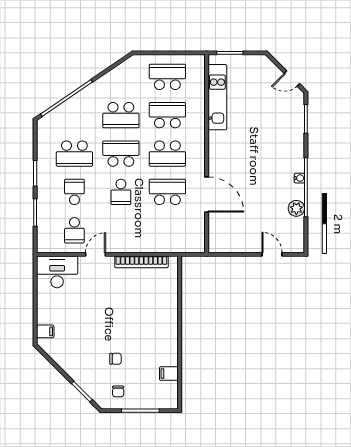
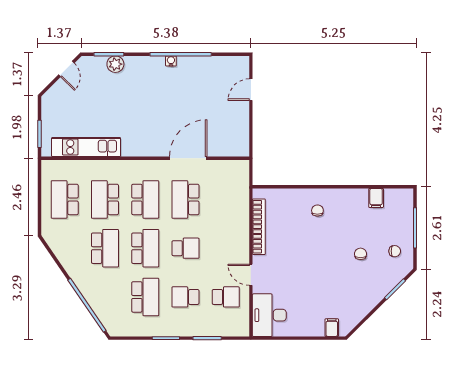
school desk: (121, 154) -> (145, 248), turned 180
plant: (296, 208) -> (115, 64), moved
chair: (157, 318) -> (317, 210), added

